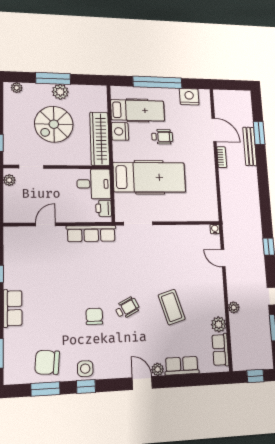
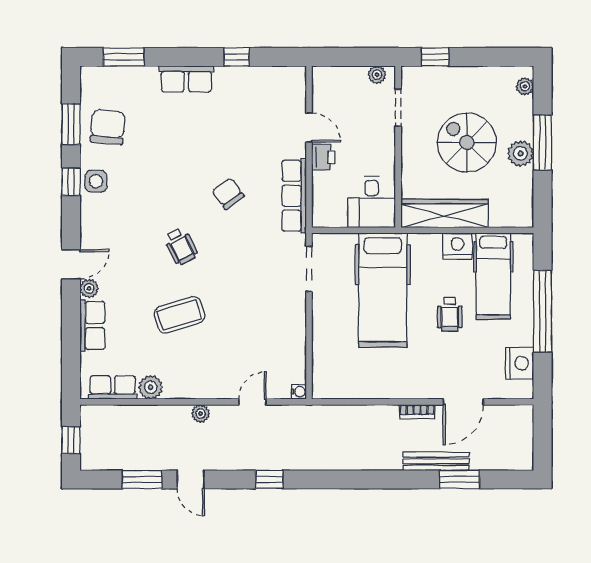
printer: (104, 208) -> (323, 157), moved, turned 90
plant: (234, 307) -> (201, 414), moved
chair: (94, 316) -> (228, 194), moved, turned -126

